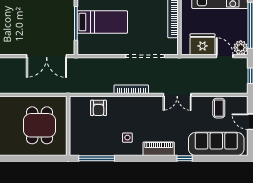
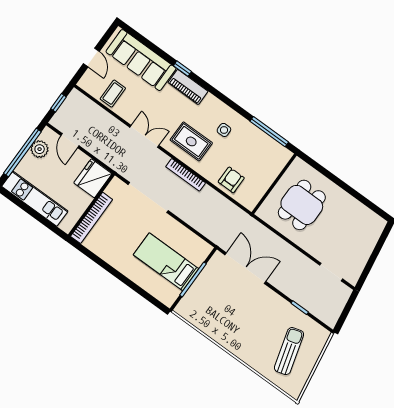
fridge: (203, 44) -> (93, 178), moved, turned 90
plant: (241, 48) -> (40, 149), moved
rug: (144, 114) -> (191, 141), added
piano: (159, 149) -> (188, 87), moved

